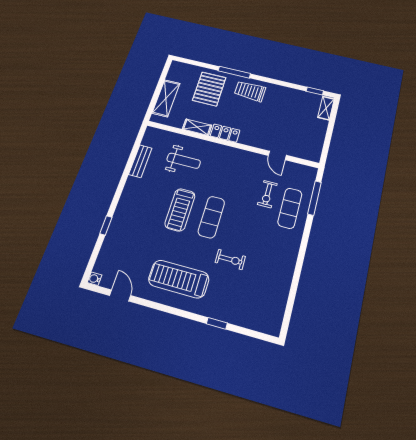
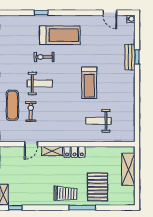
shelving: (197, 127) -> (52, 151), moved
door: (277, 155) -> (31, 144), swing flipped
bench: (140, 161) -> (130, 57), moved
treadmill: (180, 210) -> (89, 83), turned 180
exercise mat: (211, 217) -> (66, 83), removed
weight bench: (246, 226) -> (40, 83), added
treadmill: (179, 279) -> (60, 35), moved

